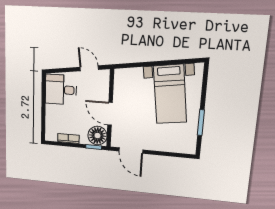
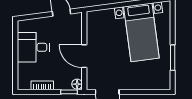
desk: (61, 90) -> (33, 47), moved
floor lamp: (97, 136) -> (77, 84), width x0.53, depth x0.53

